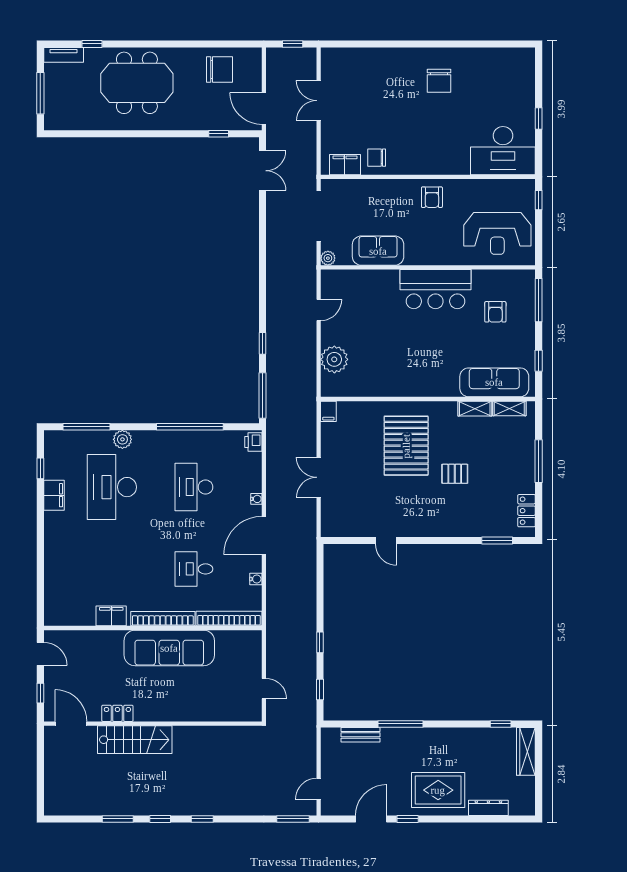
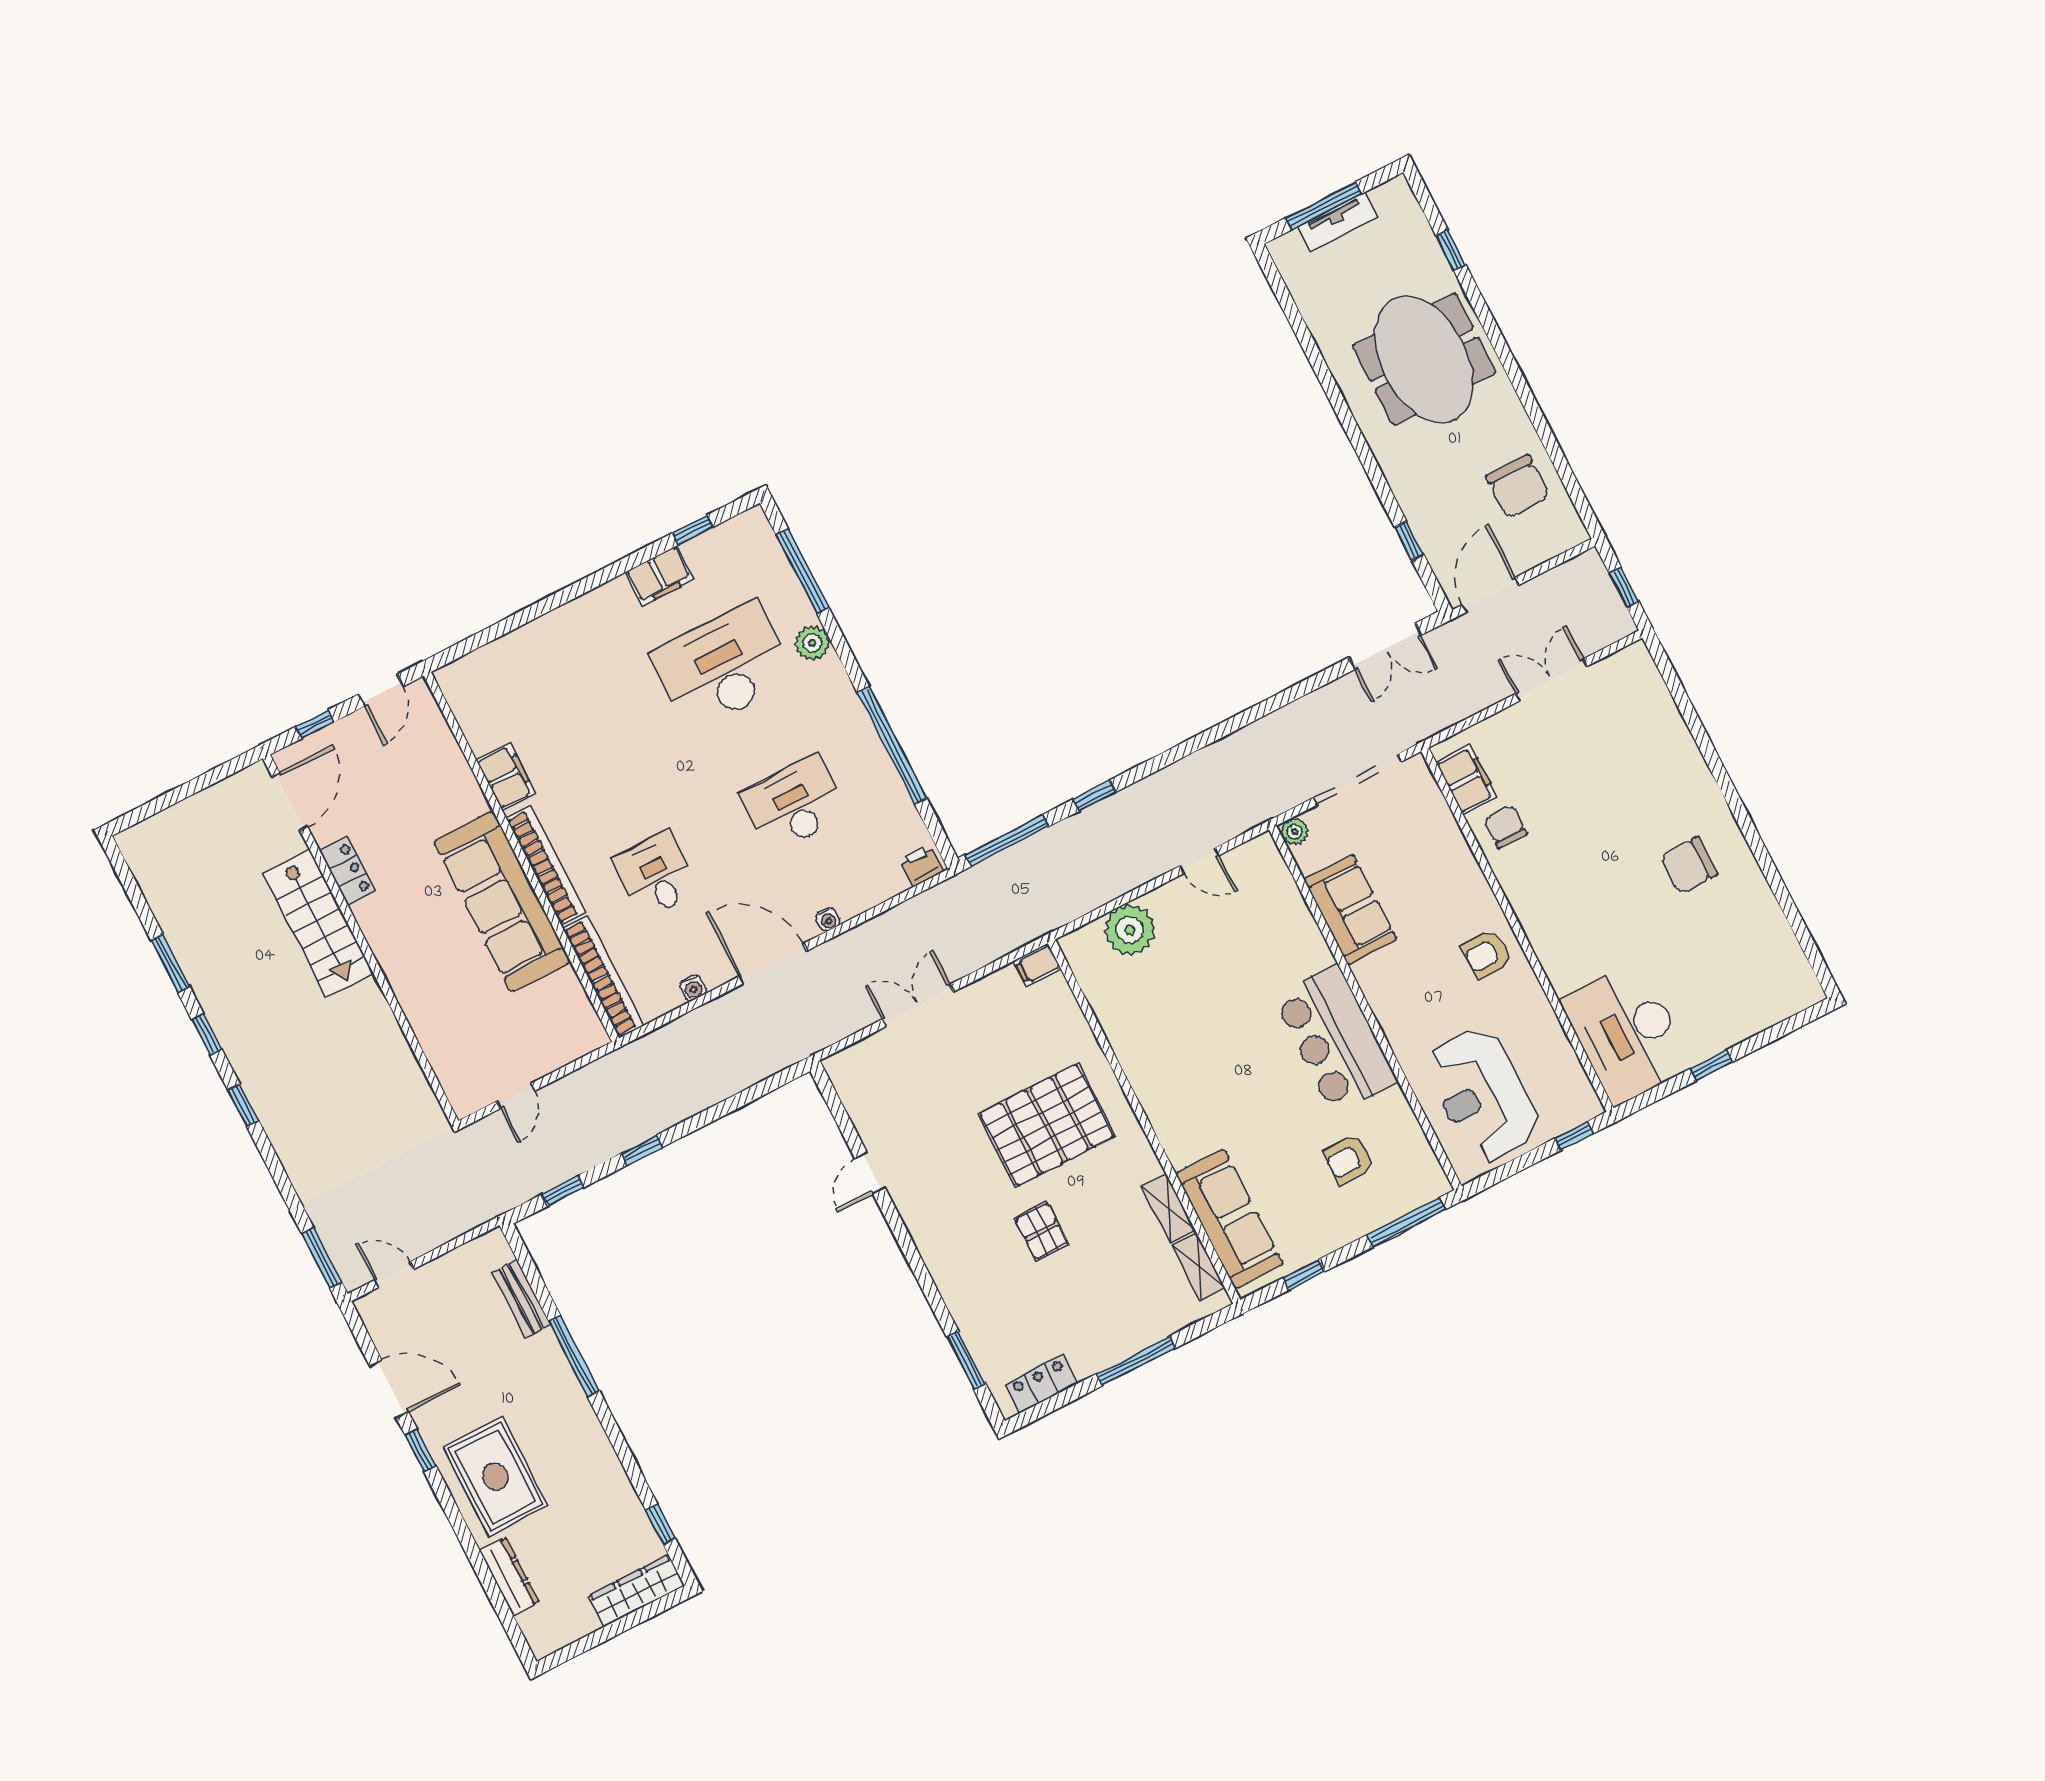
tv unit: (64, 55) -> (1338, 222), moved, turned -90

